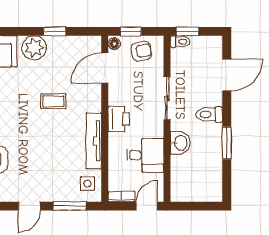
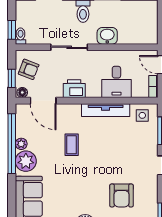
window: (55, 31) -> (12, 144), width x3.17
plant: (54, 42) -> (21, 144), added
armchair: (141, 51) -> (29, 69), turned 121
printer: (119, 119) -> (74, 89), moved
desk: (145, 155) -> (116, 82), moved, turned 180

